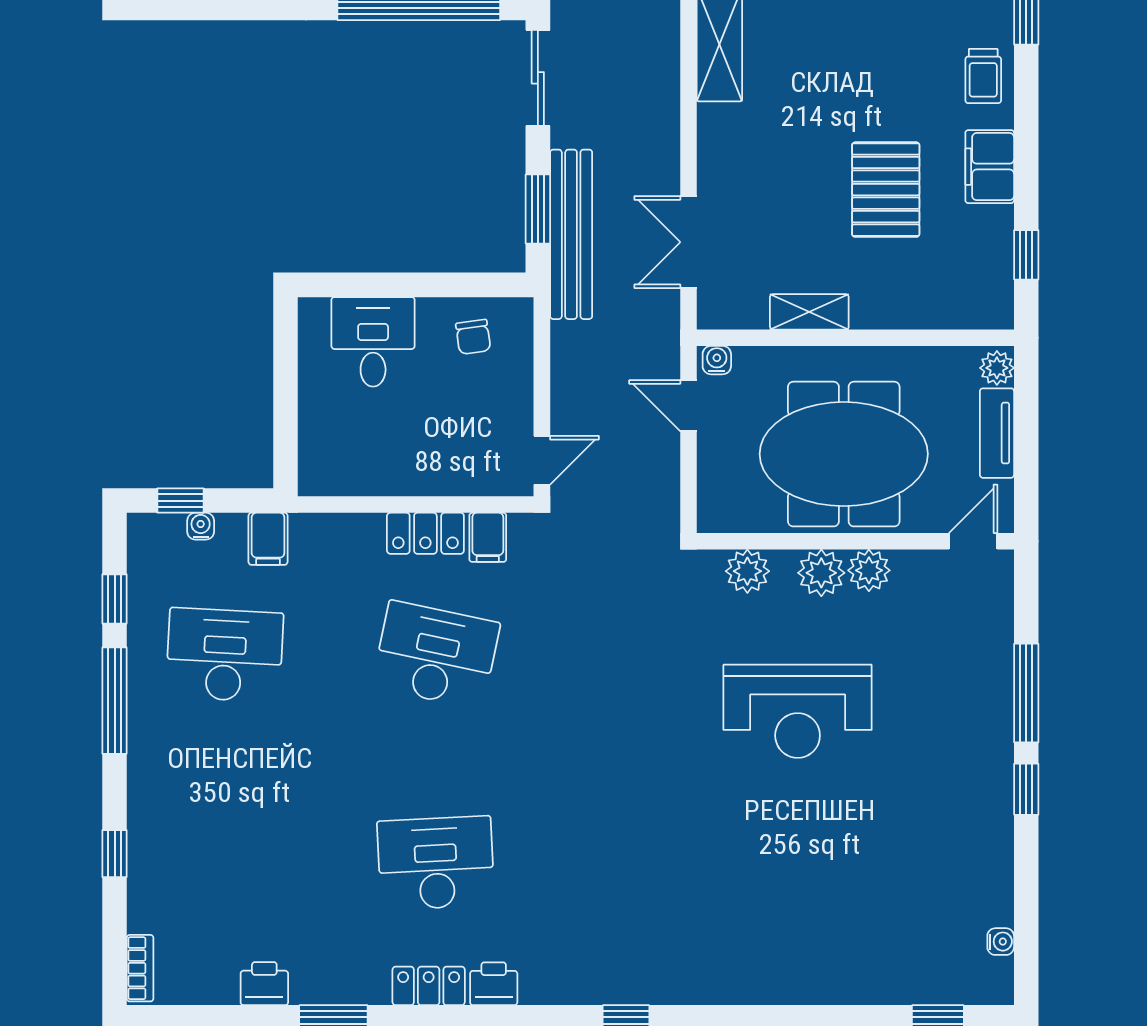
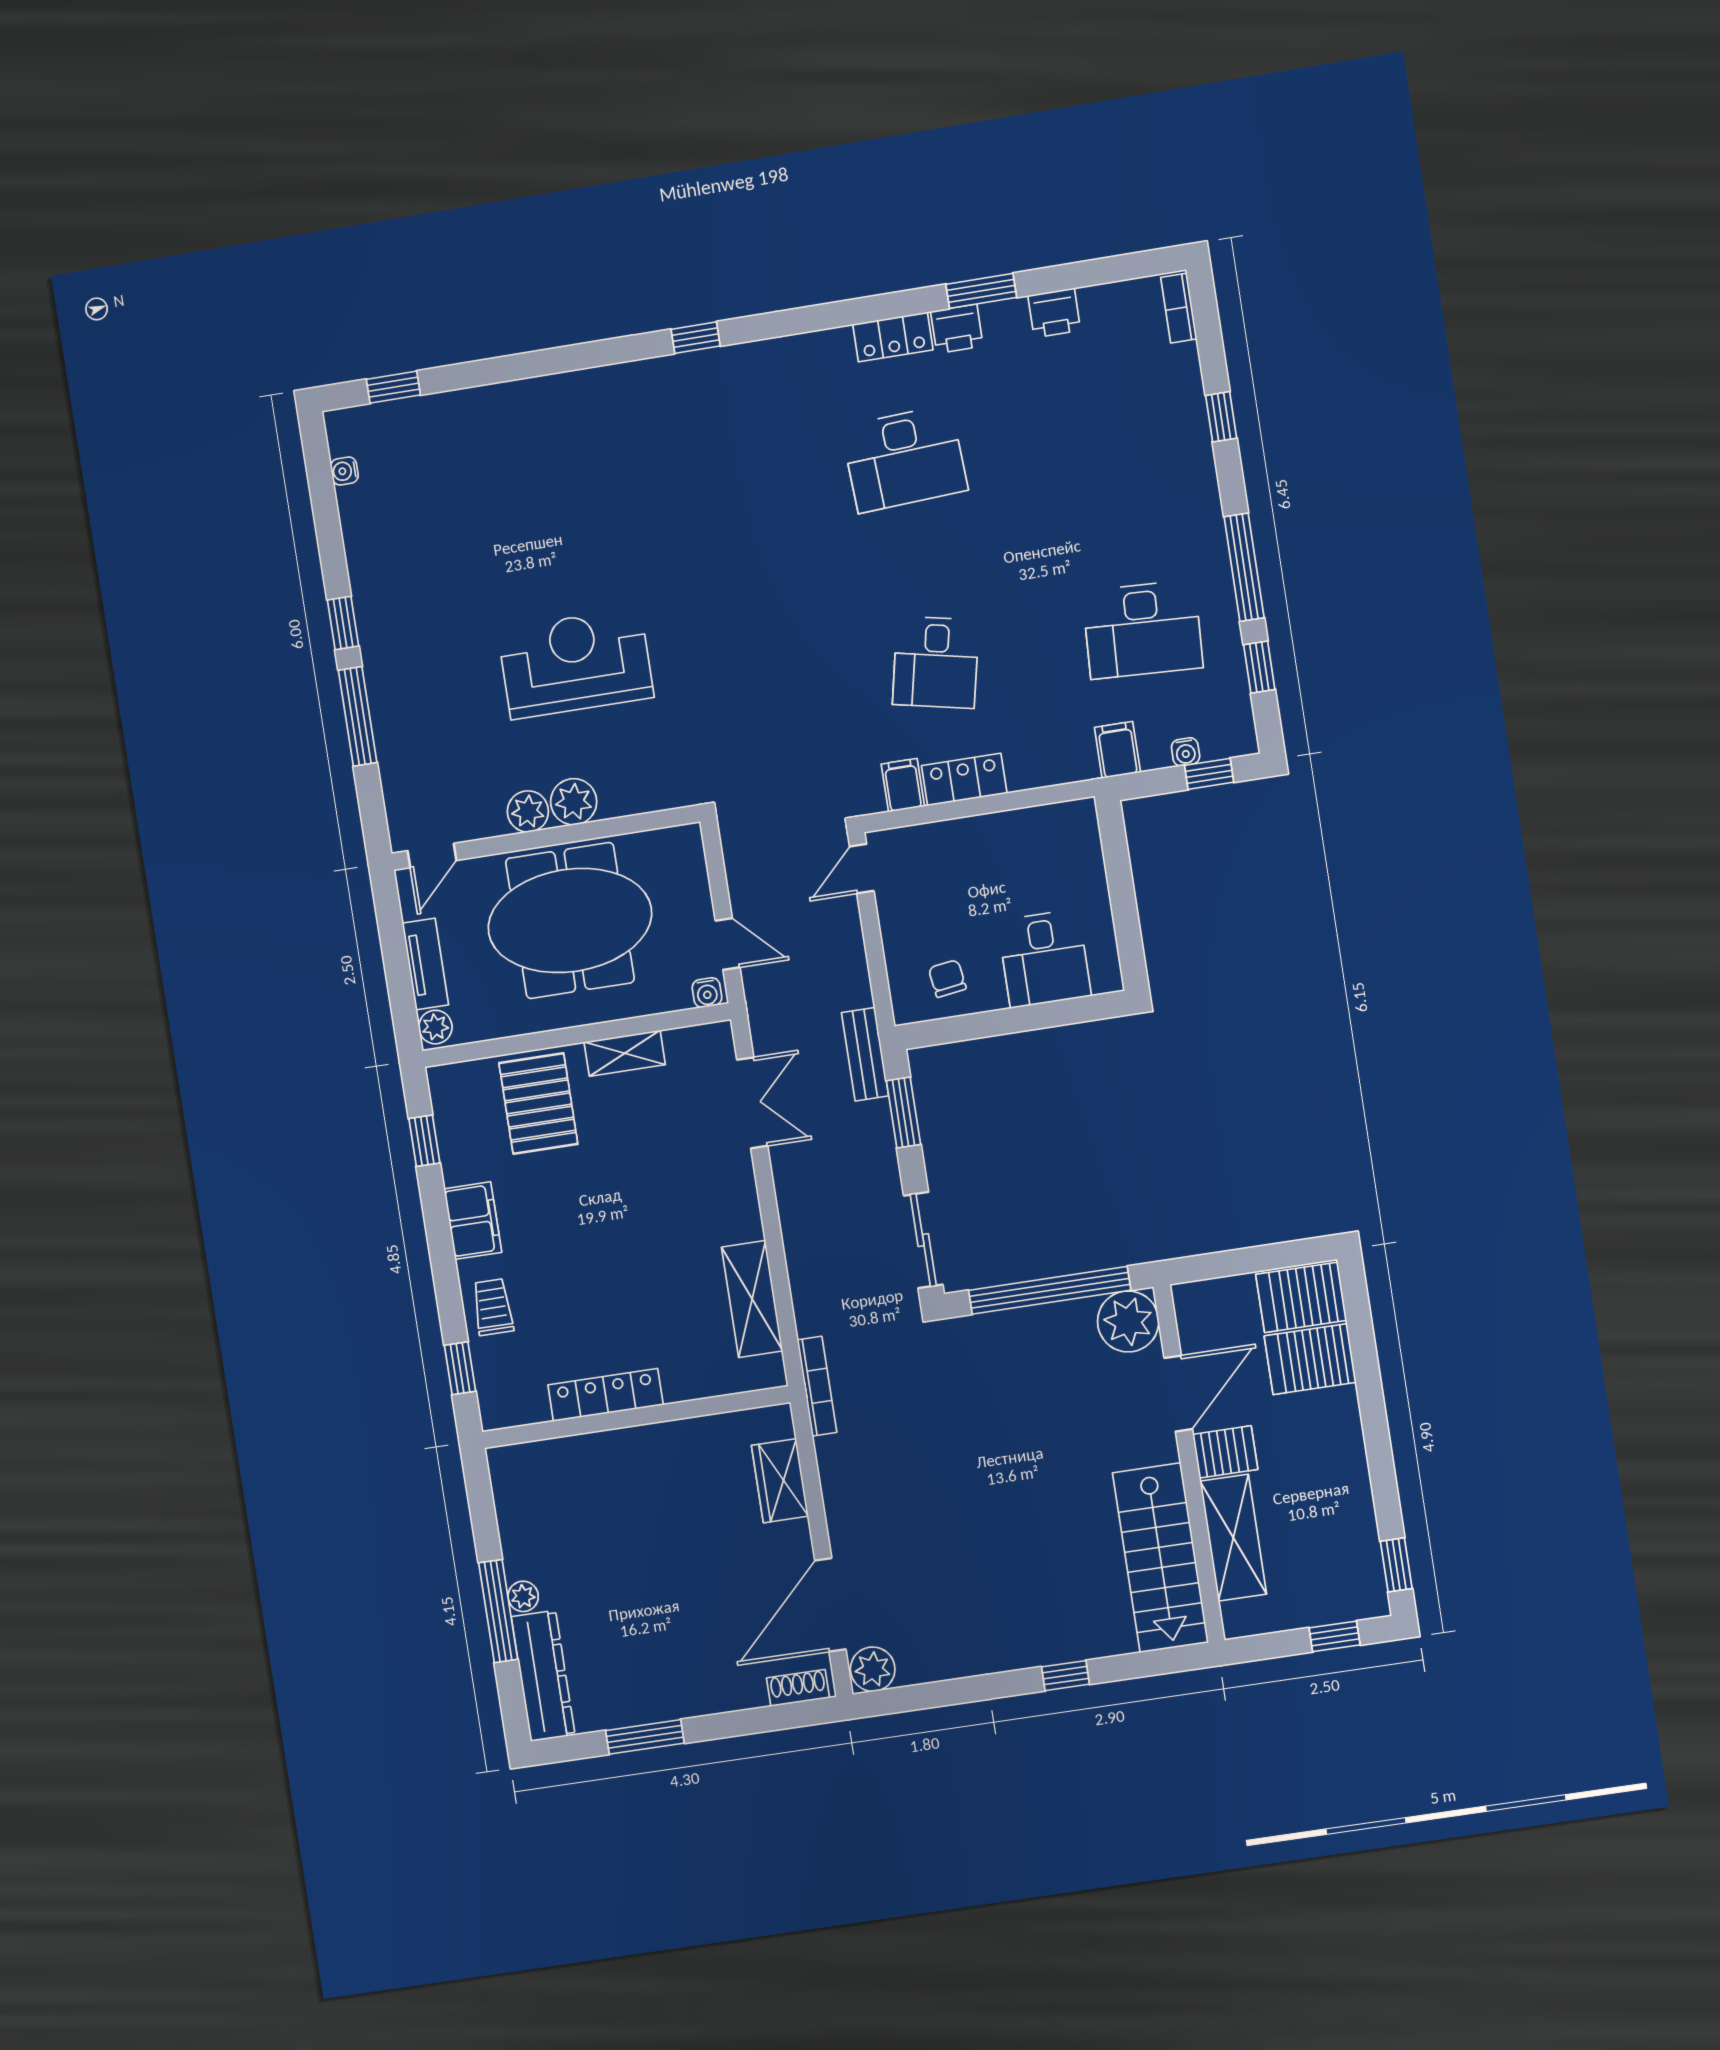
pallet: (886, 190) -> (538, 1103), moved
bench: (571, 234) -> (865, 1054), width x0.54, depth x0.82
plant: (747, 571) -> (645, 792), removed
desk: (436, 655) -> (936, 662), width x0.73
printer: (494, 984) -> (957, 329), moved

